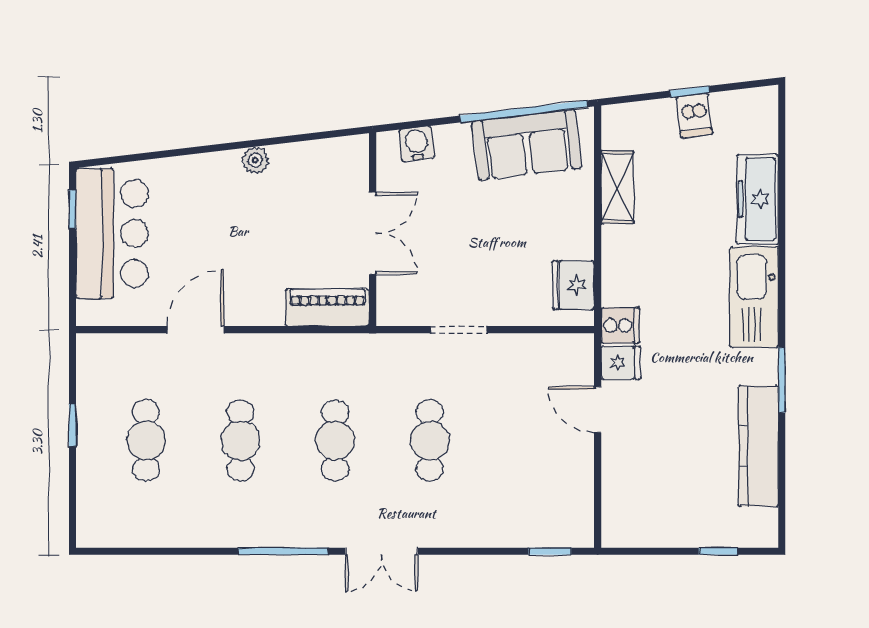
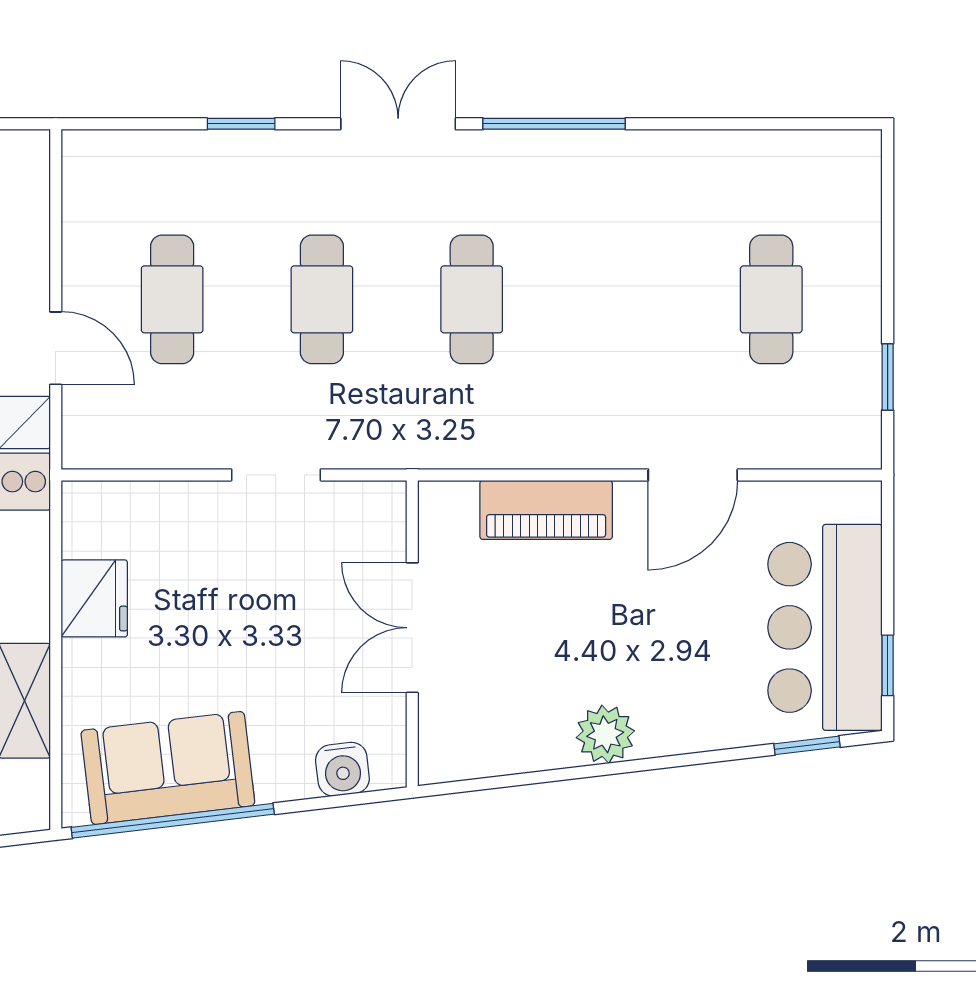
window: (123, 159) -> (807, 745), added
plant: (255, 160) -> (605, 734), width x1.38, depth x1.38
fridge: (573, 285) -> (94, 598), moved
piano: (327, 308) -> (546, 510), moved
window: (73, 425) -> (888, 377), moved
cafe table: (241, 440) -> (172, 299), moved
window: (550, 551) -> (241, 124), moved

